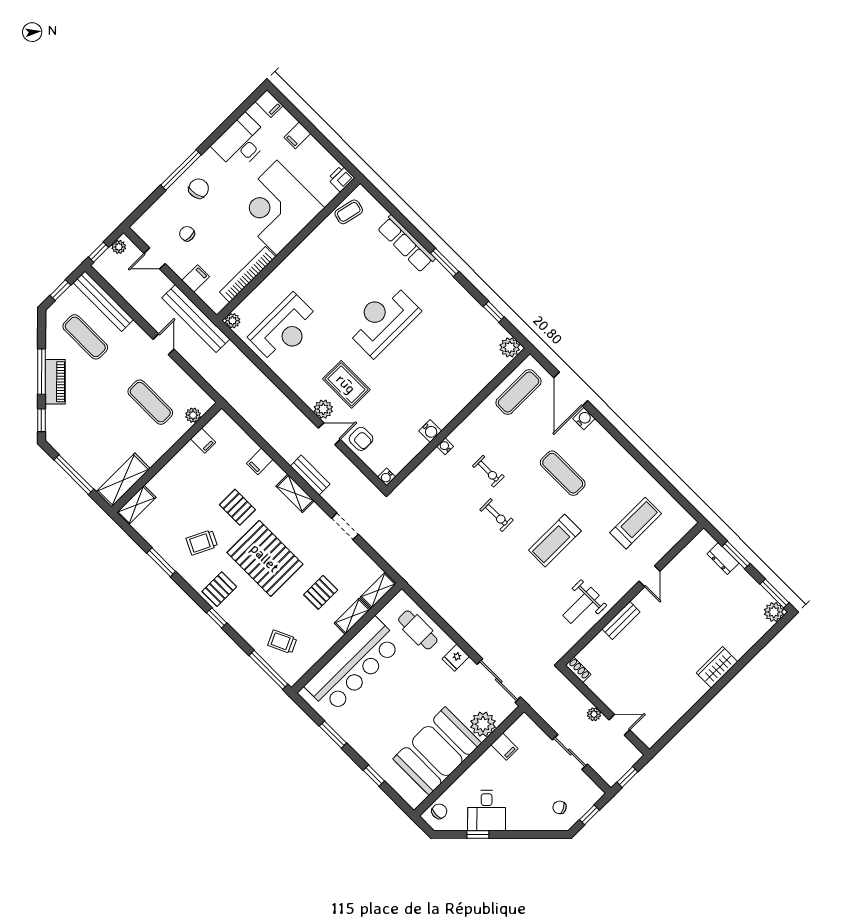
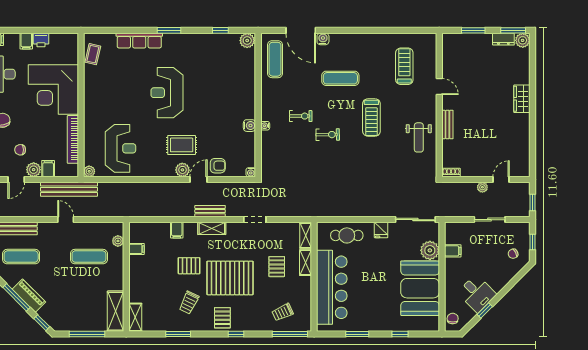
printer: (341, 178) -> (41, 40), moved, turned -90
plant: (181, 266) -> (34, 170), added
dresser: (723, 559) -> (503, 39), moved

